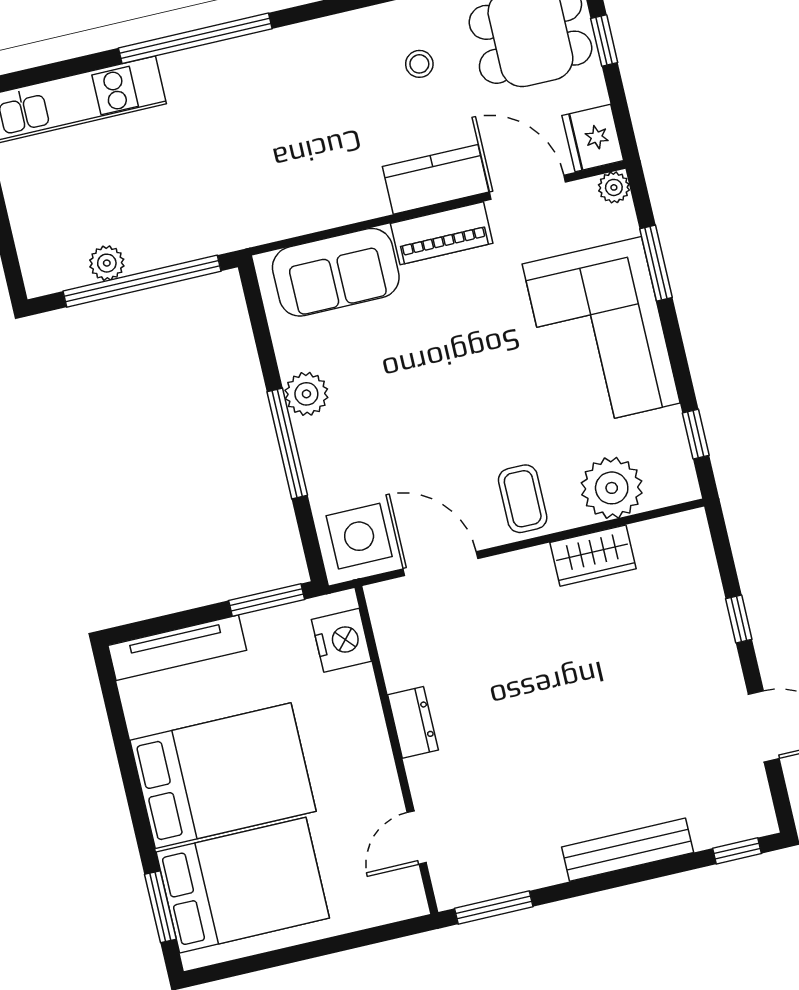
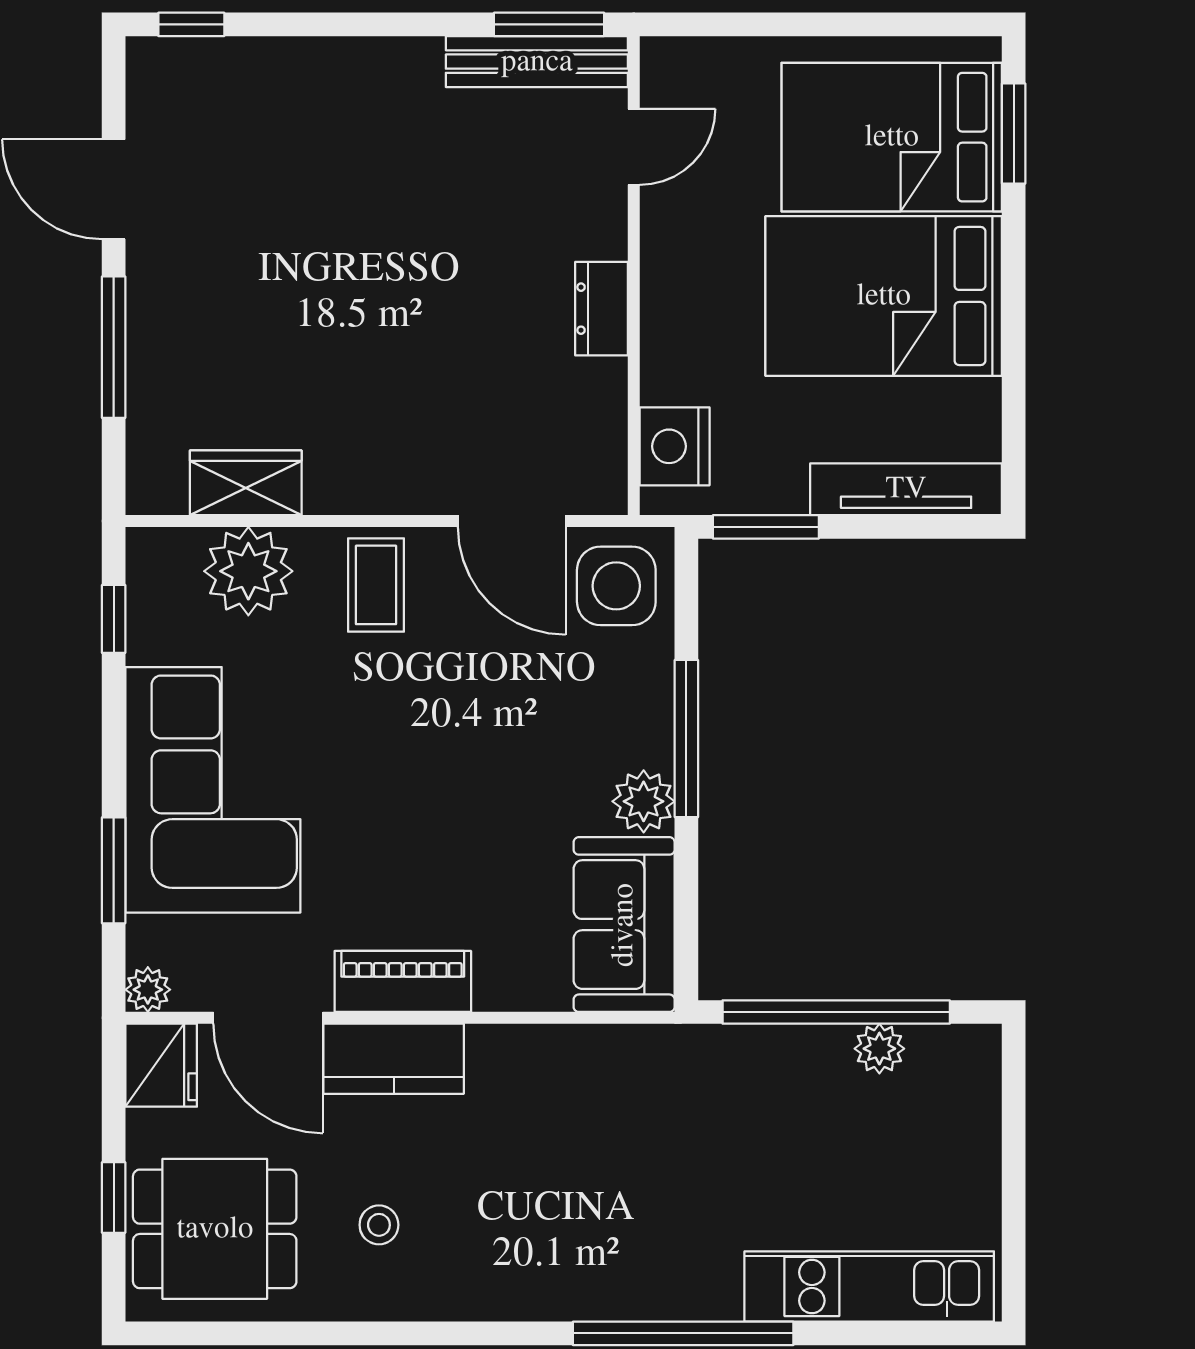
sofa: (336, 272) -> (624, 925), moved, turned -90
wardrobe: (593, 556) -> (246, 483), moved
window: (739, 619) -> (114, 347), width x2.17
bench: (628, 850) -> (537, 62), moved

